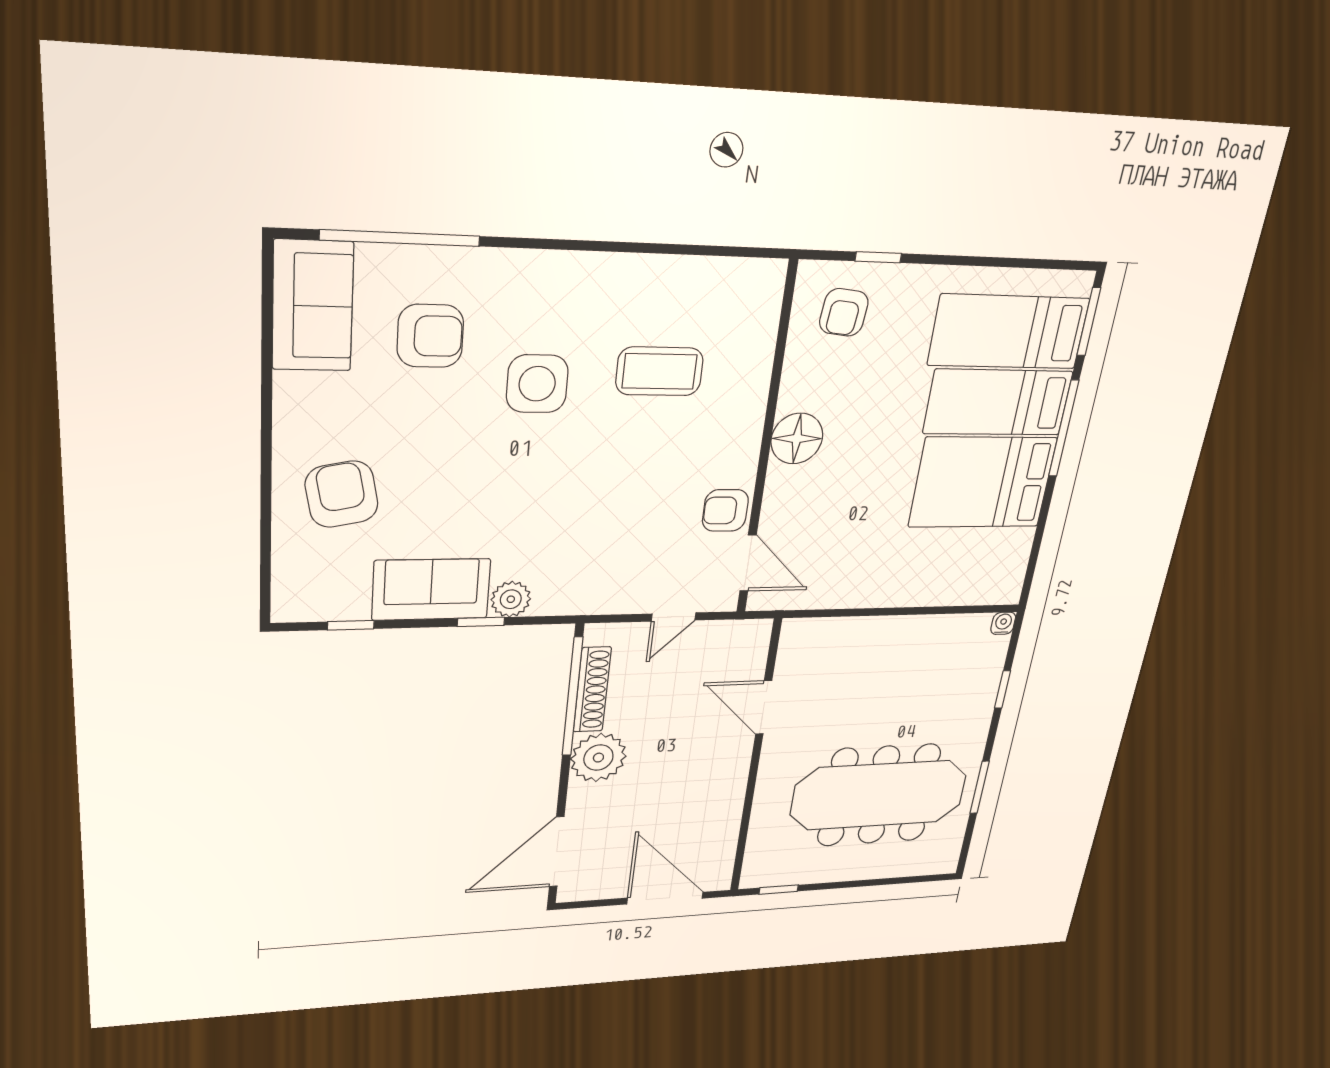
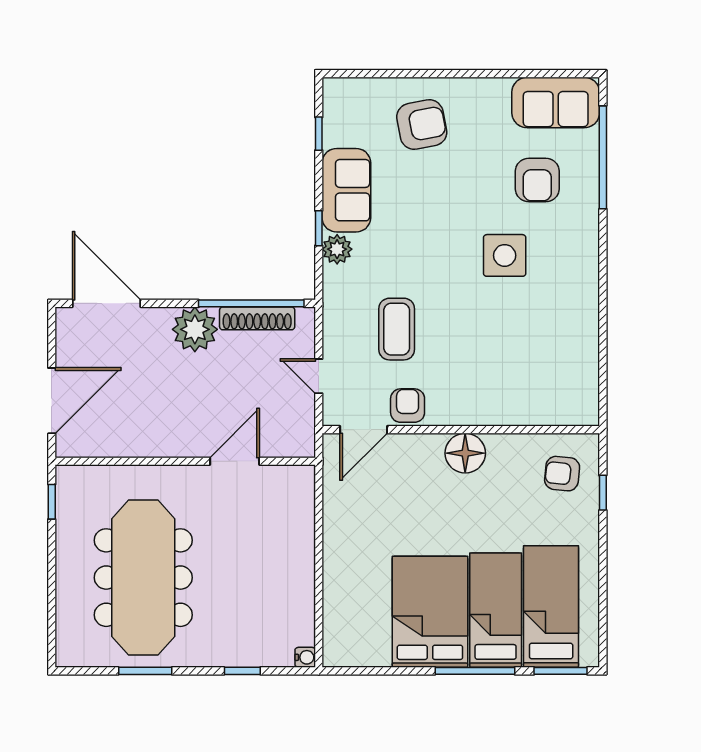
coffee table: (659, 371) -> (397, 329), moved

